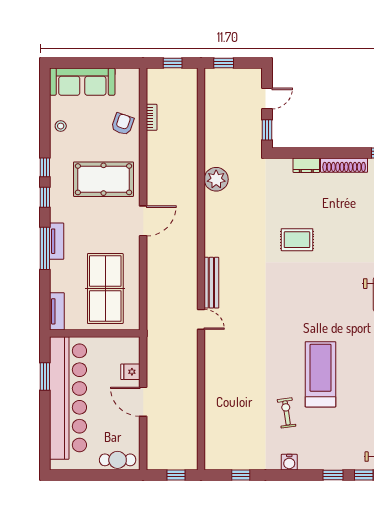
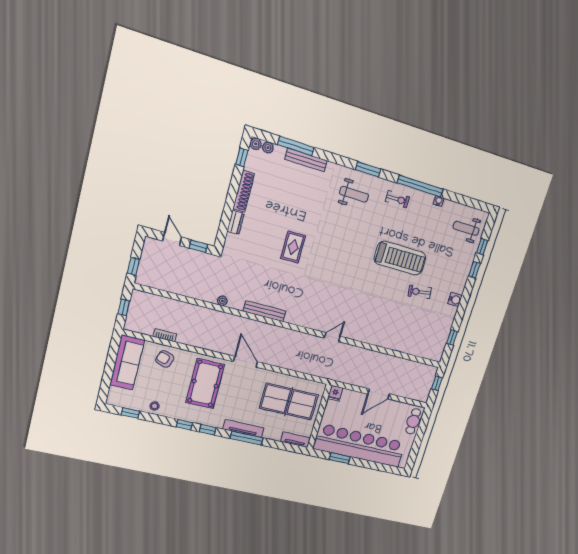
sofa: (82, 82) -> (127, 363), moved
window: (45, 100) -> (130, 413), added
plant: (216, 179) -> (222, 301), width x0.53, depth x0.53
tv unit: (57, 241) -> (243, 429), width x1.41
bench: (211, 283) -> (265, 311), moved
fridge: (130, 372) -> (335, 393), moved
treadmill: (320, 374) -> (400, 258), turned 180

